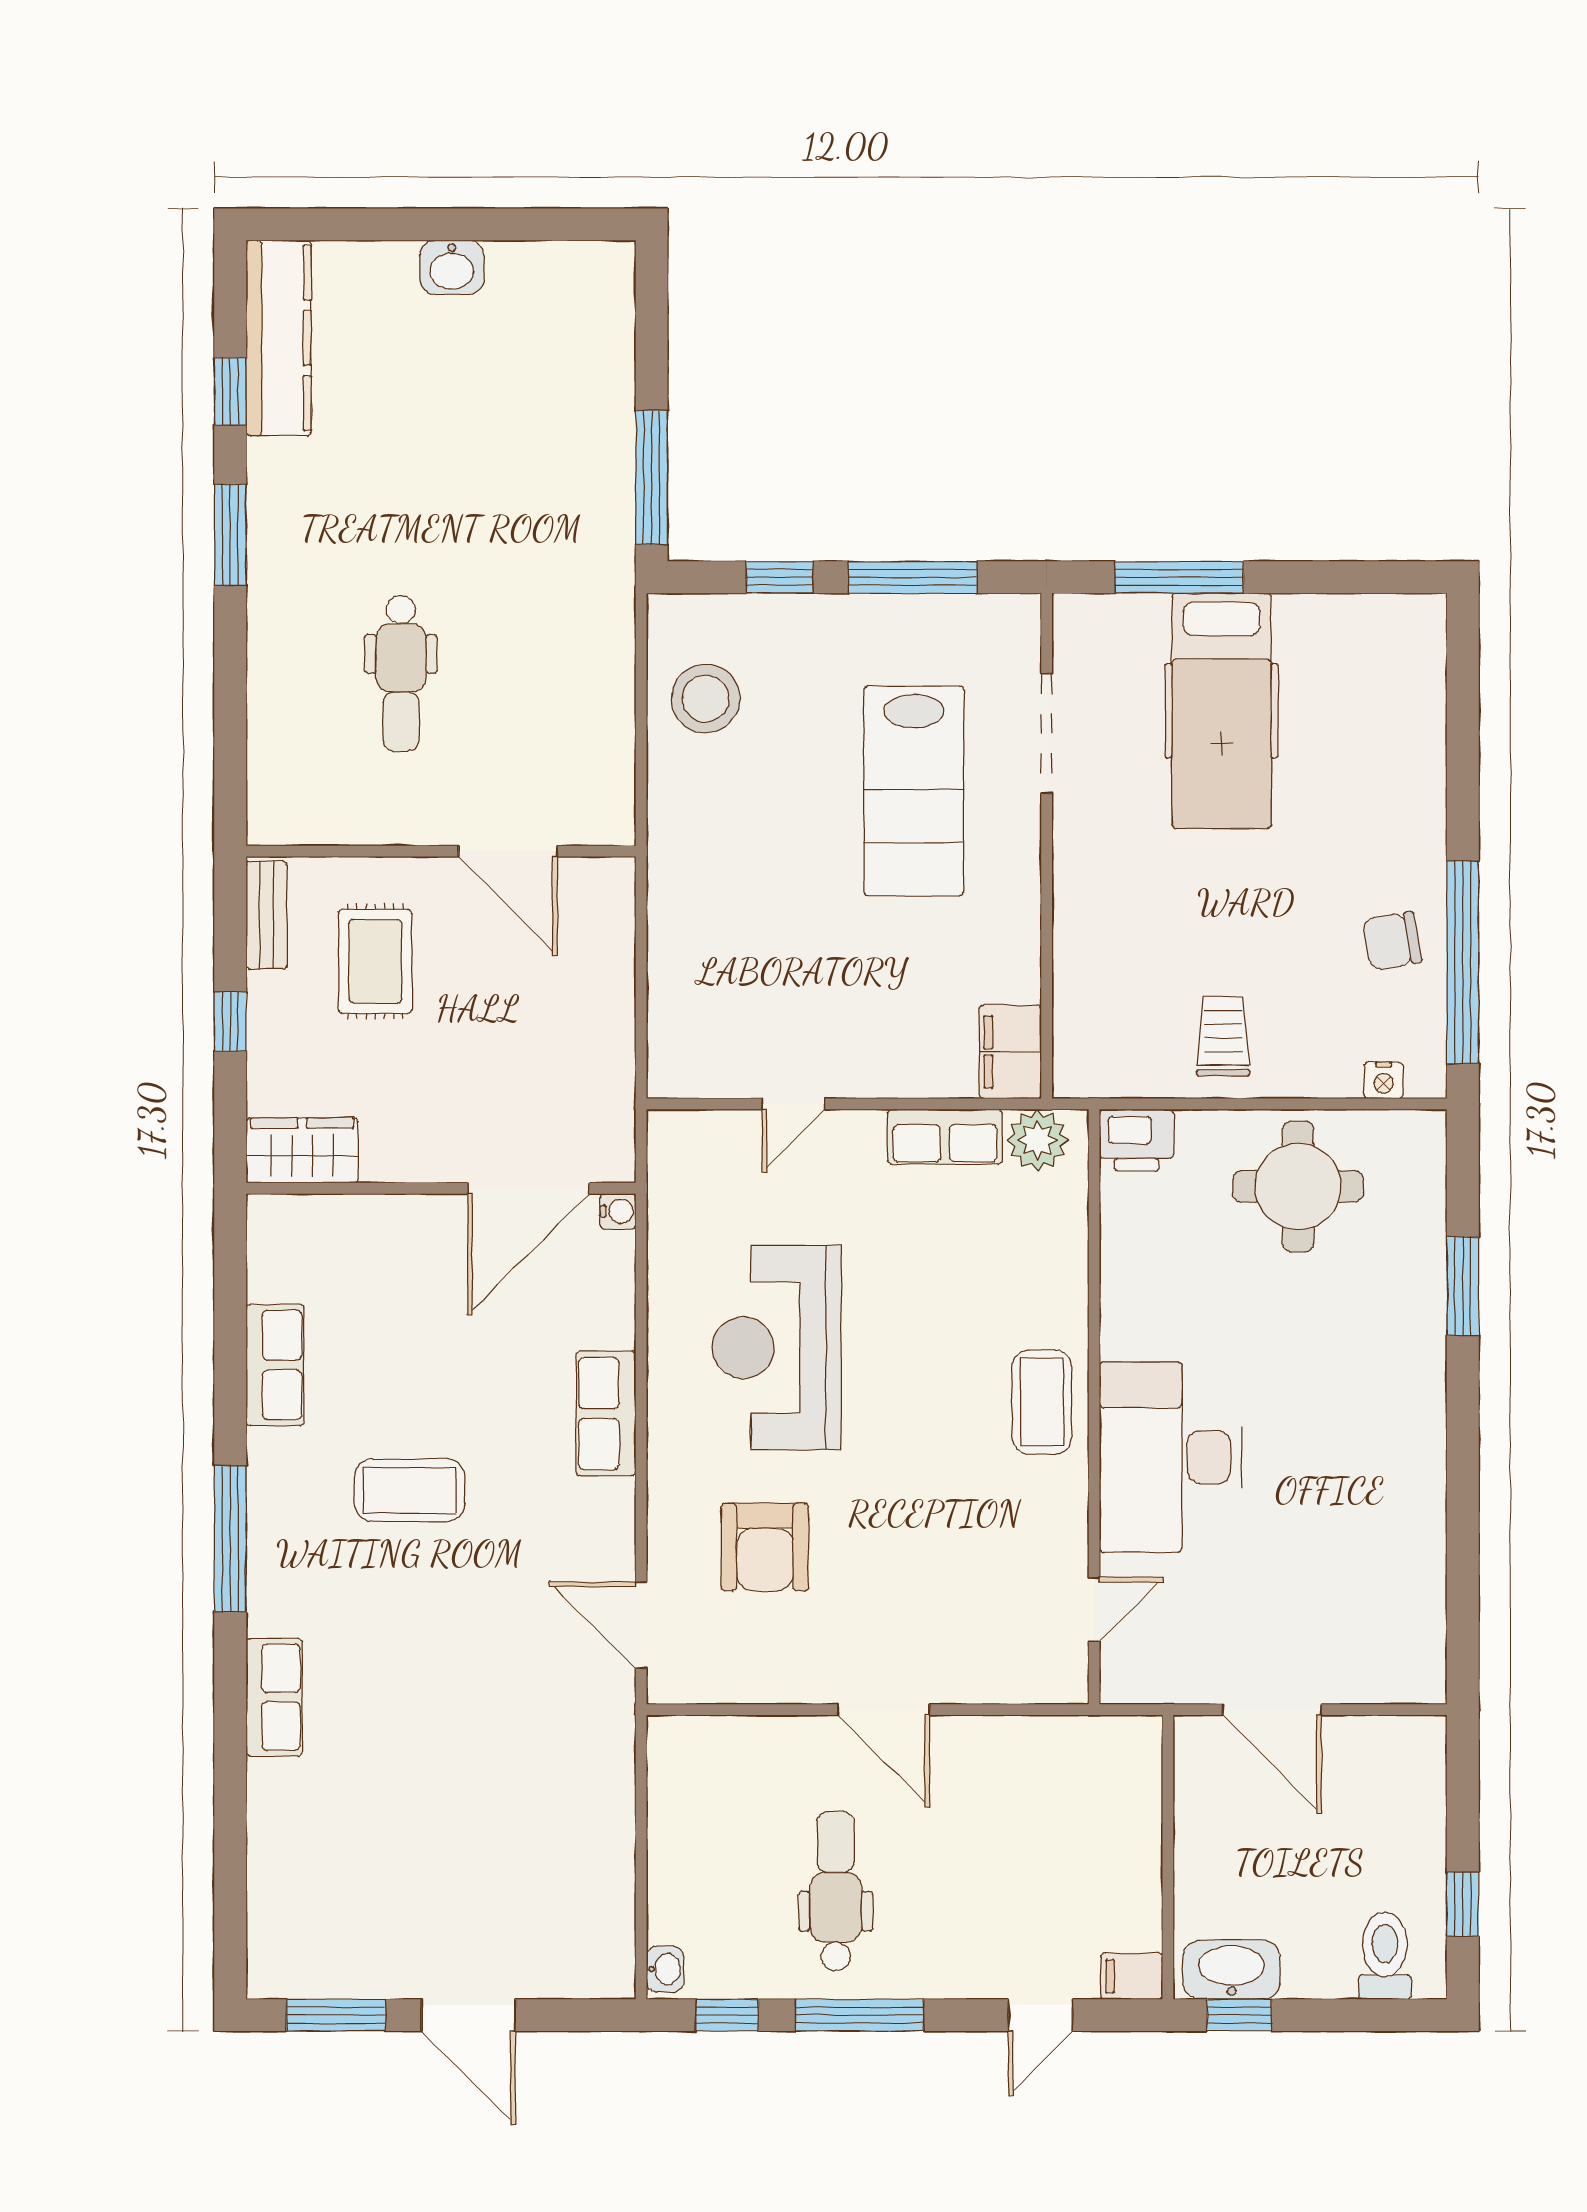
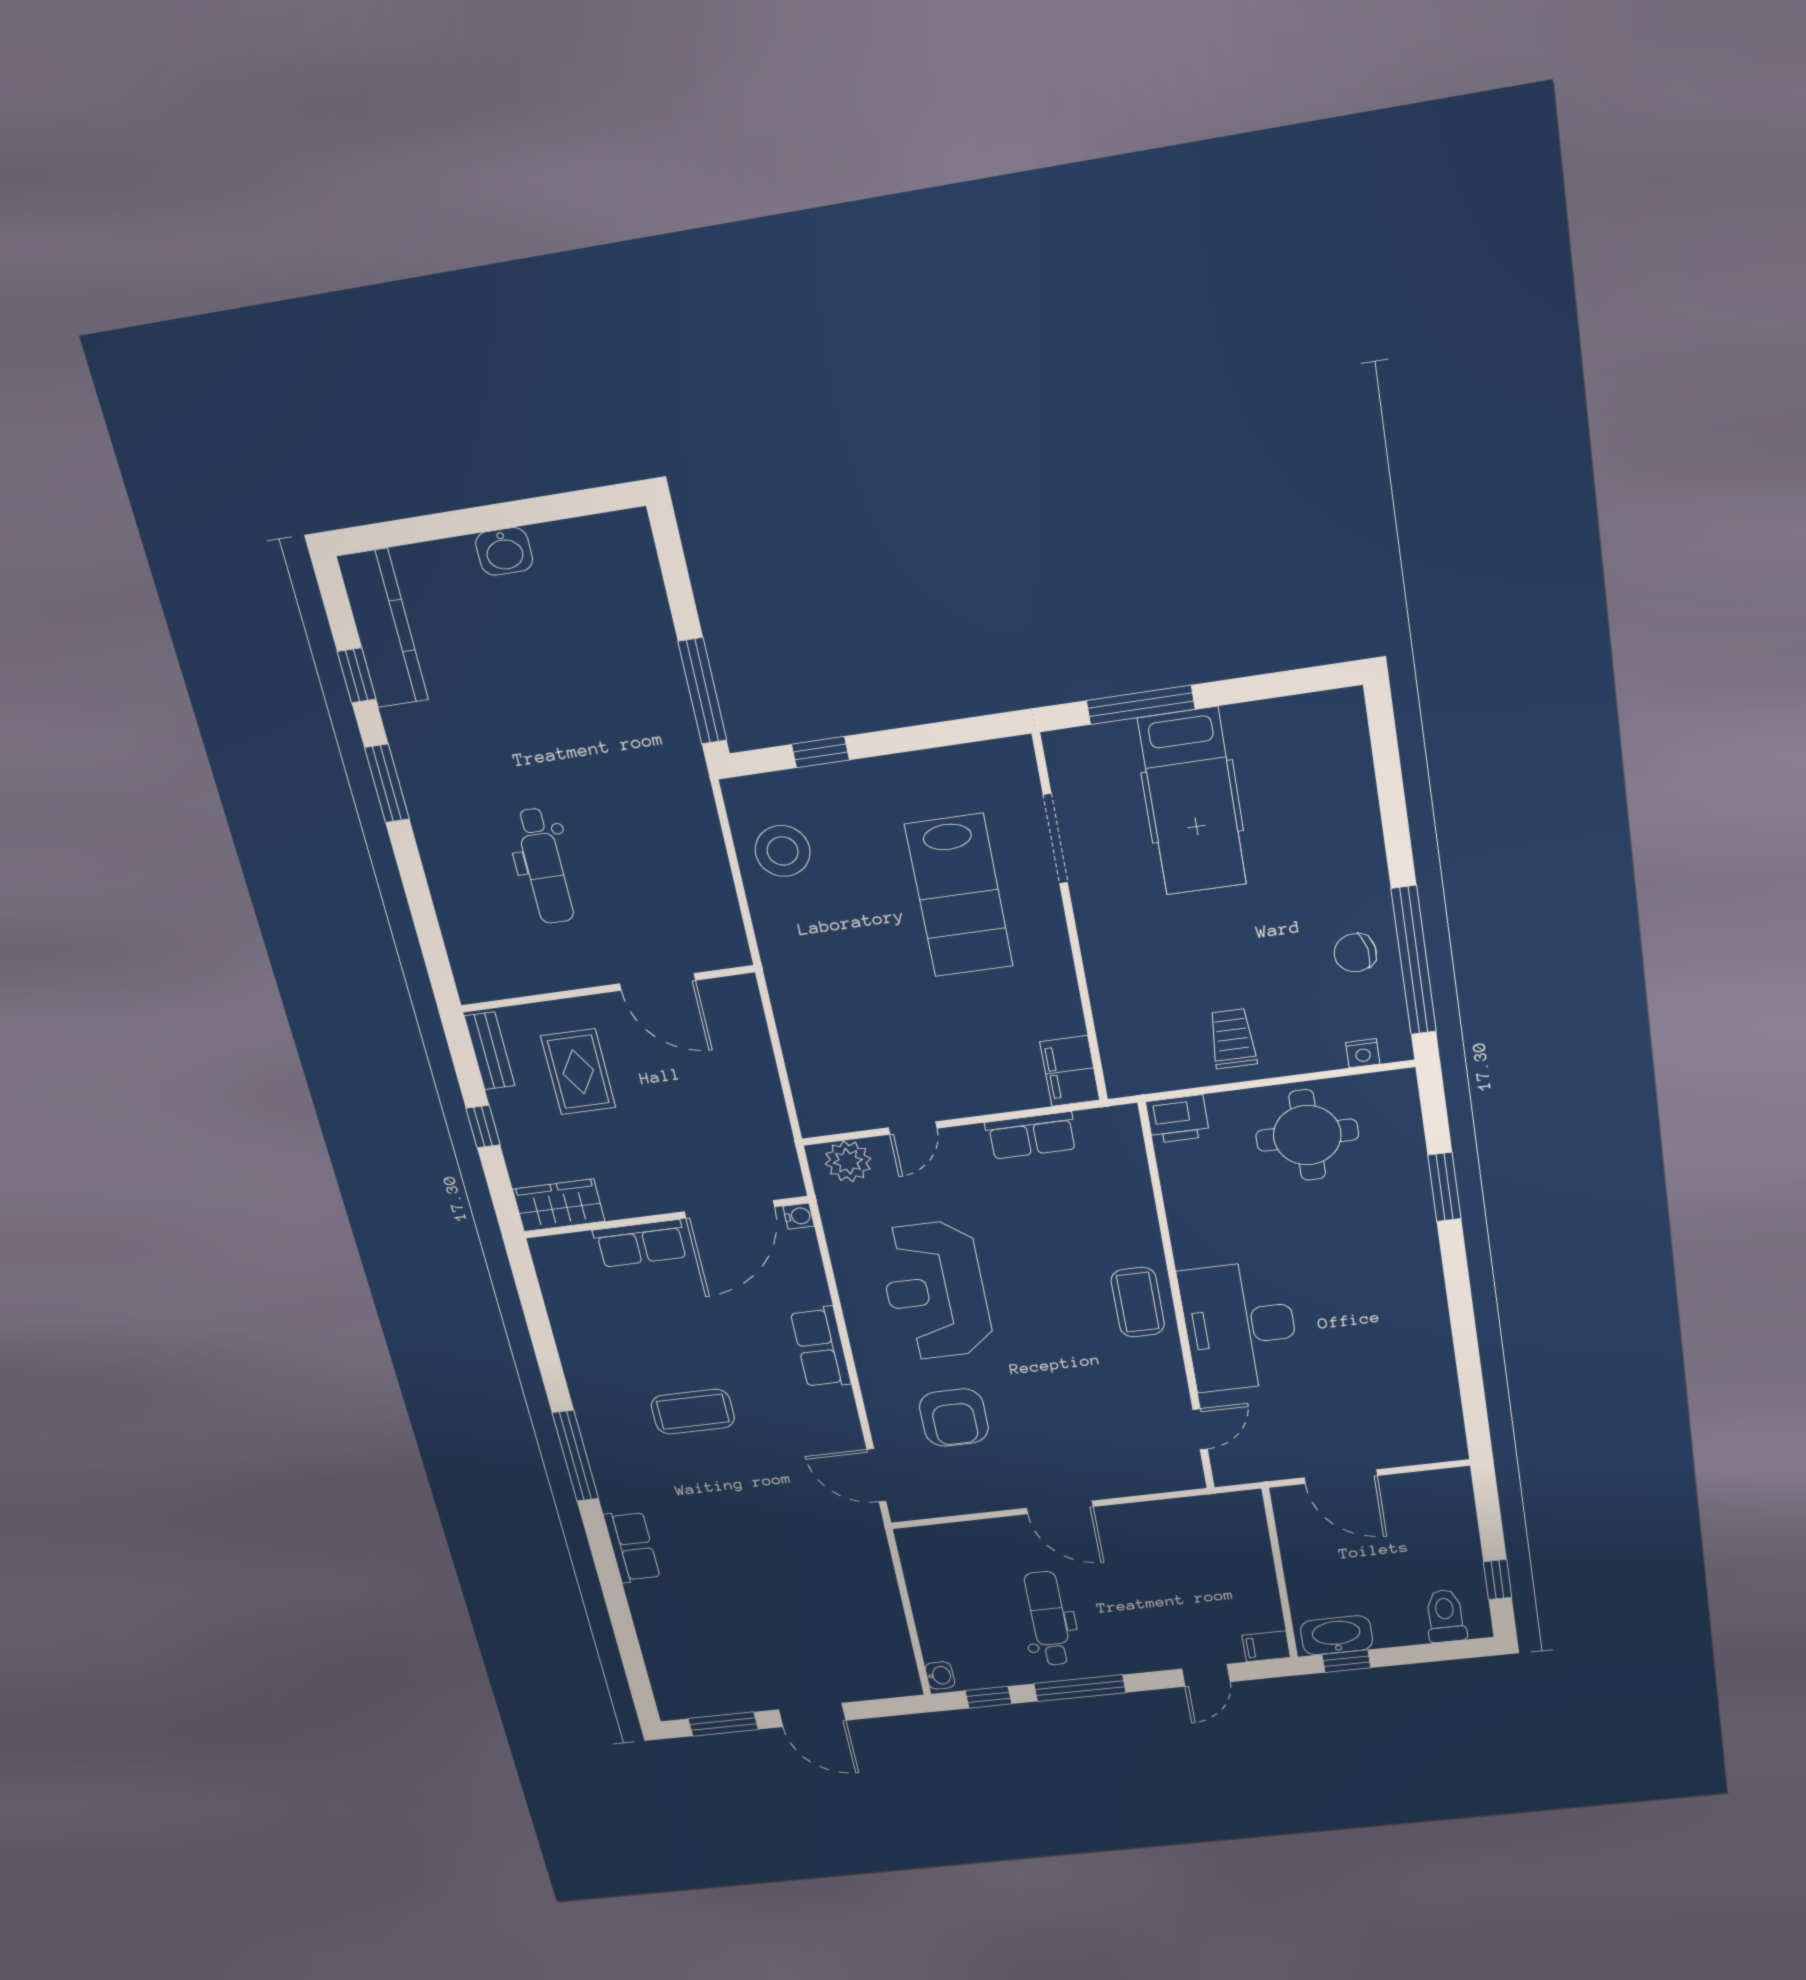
window: (912, 577) -> (926, 737), removed
plant: (1037, 1140) -> (848, 1161), moved
row of seats: (275, 1365) -> (641, 1243), moved, turned 90

